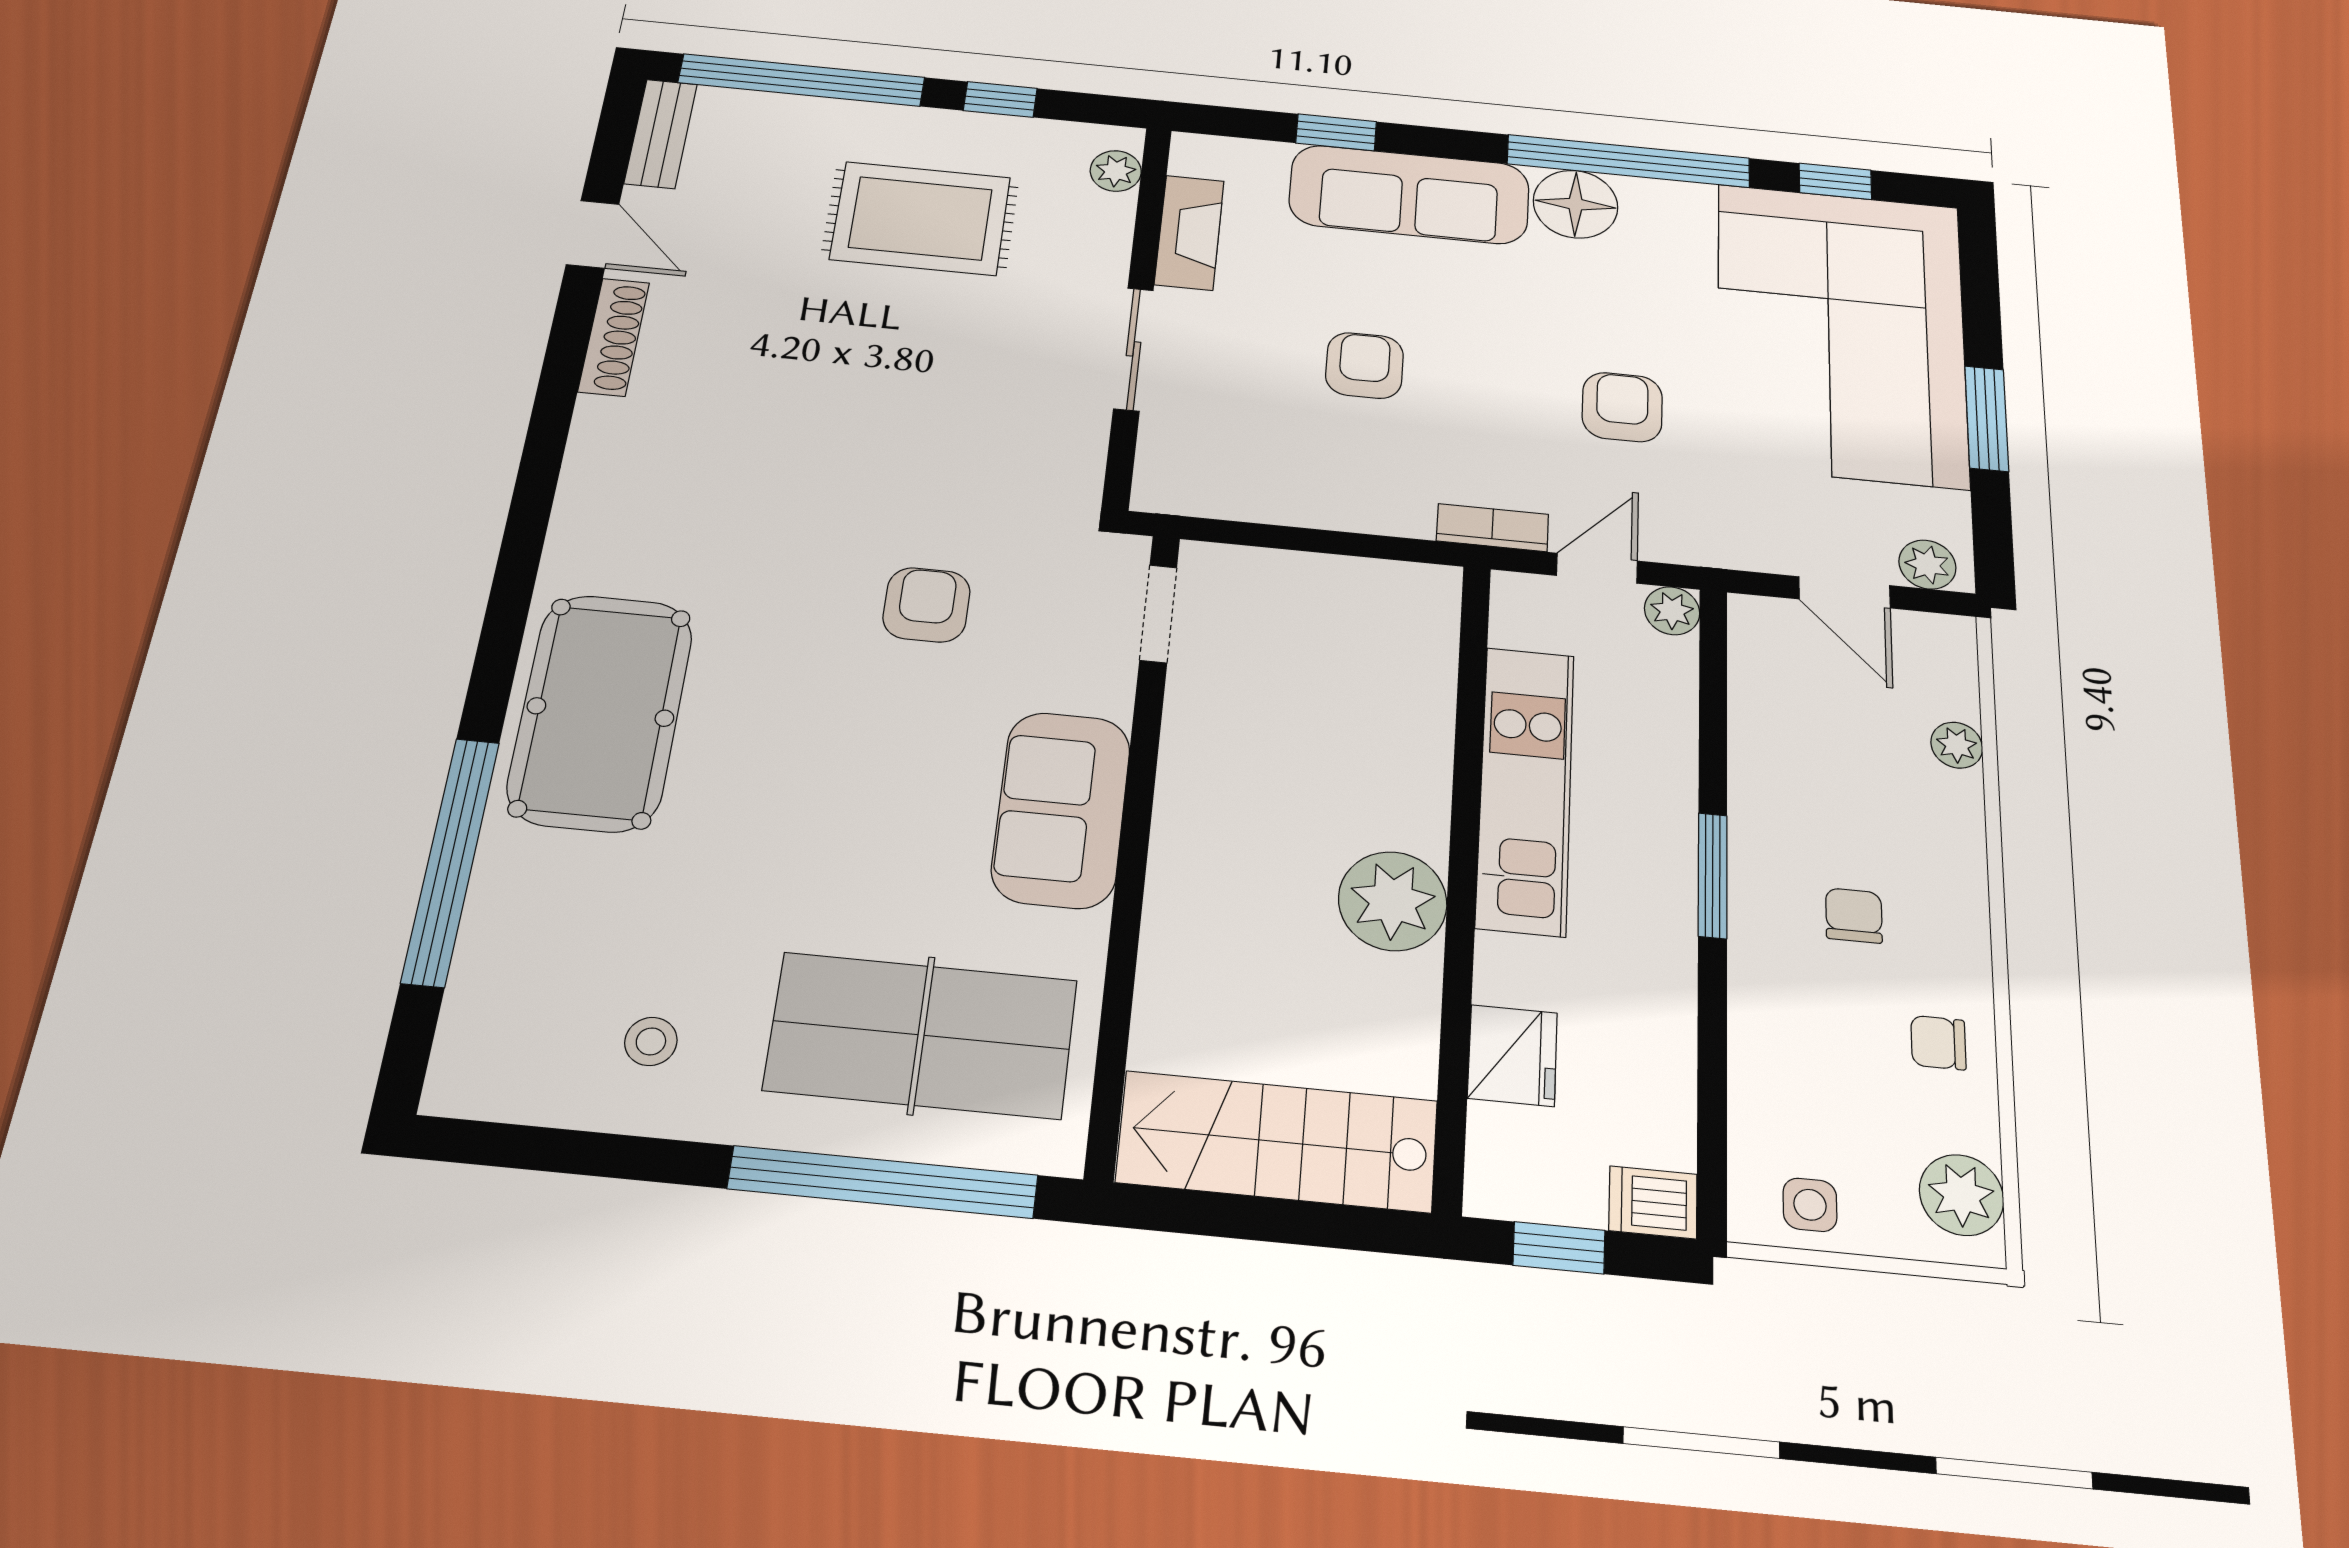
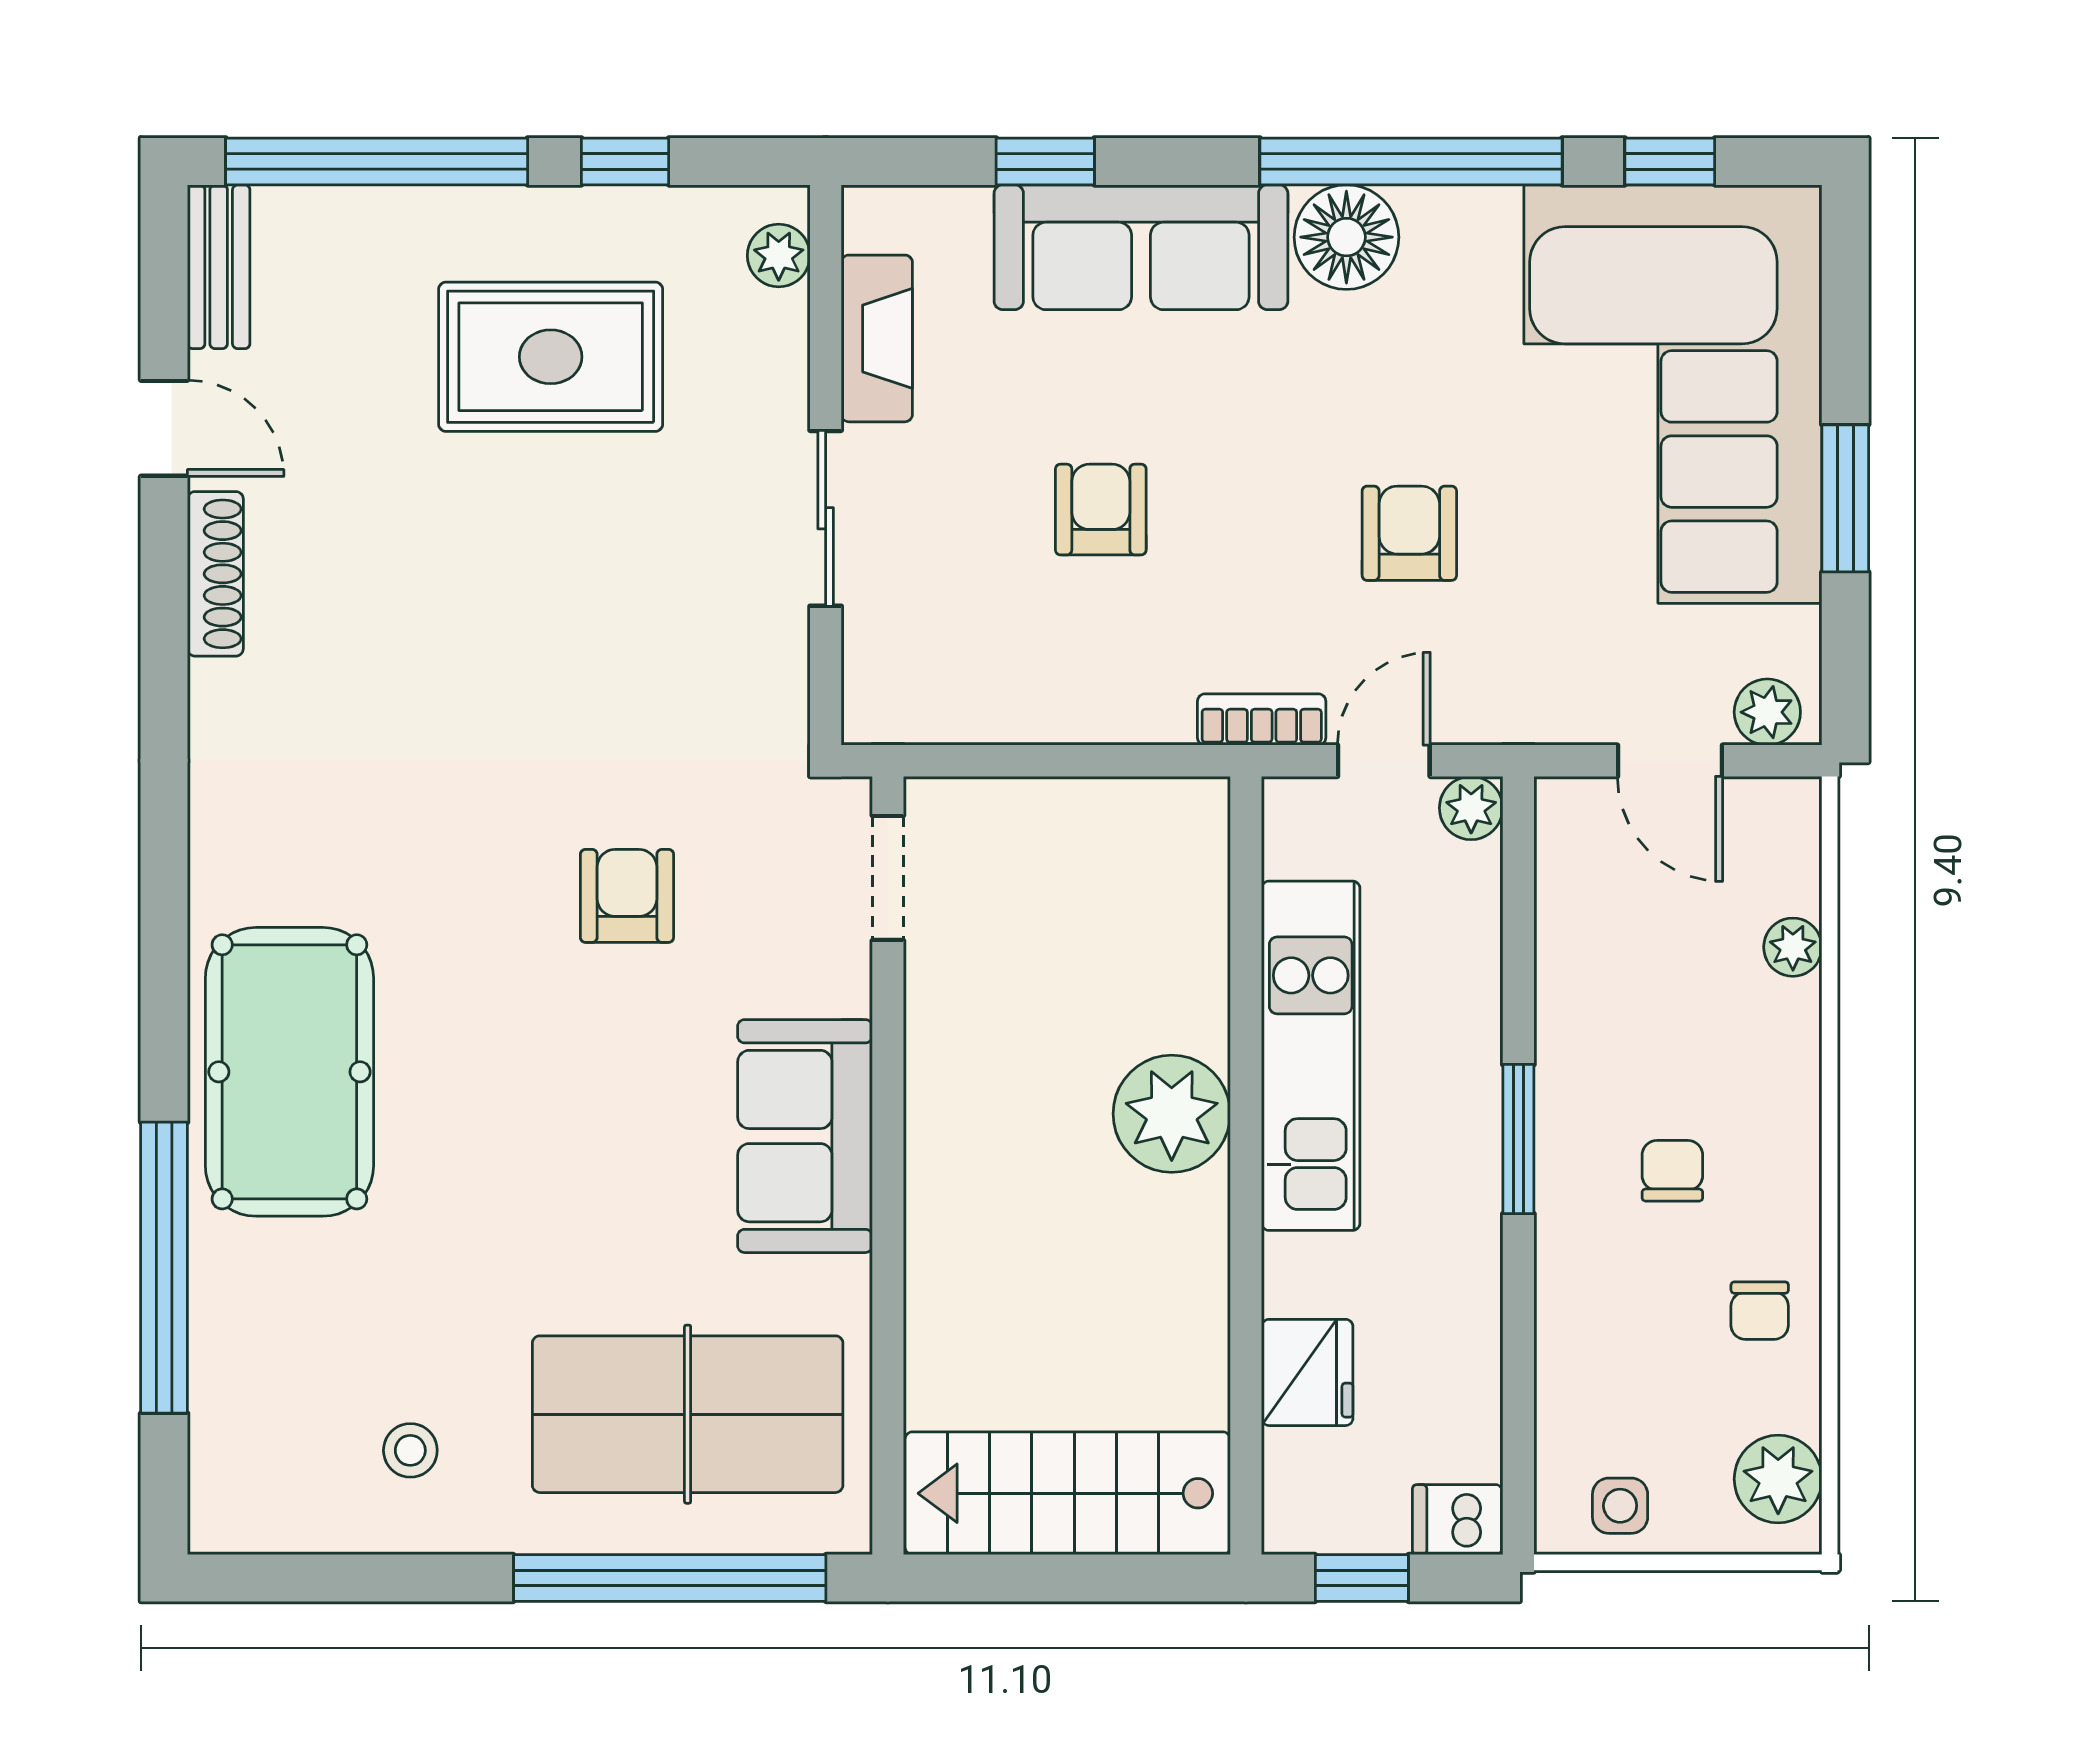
plant: (1393, 901) -> (1172, 1114), moved
chair: (1938, 1043) -> (1760, 1311), turned -90

